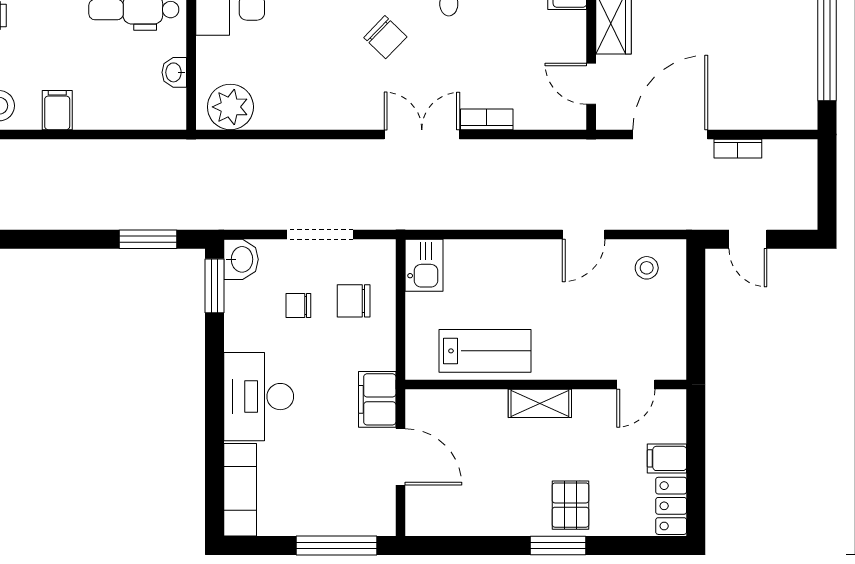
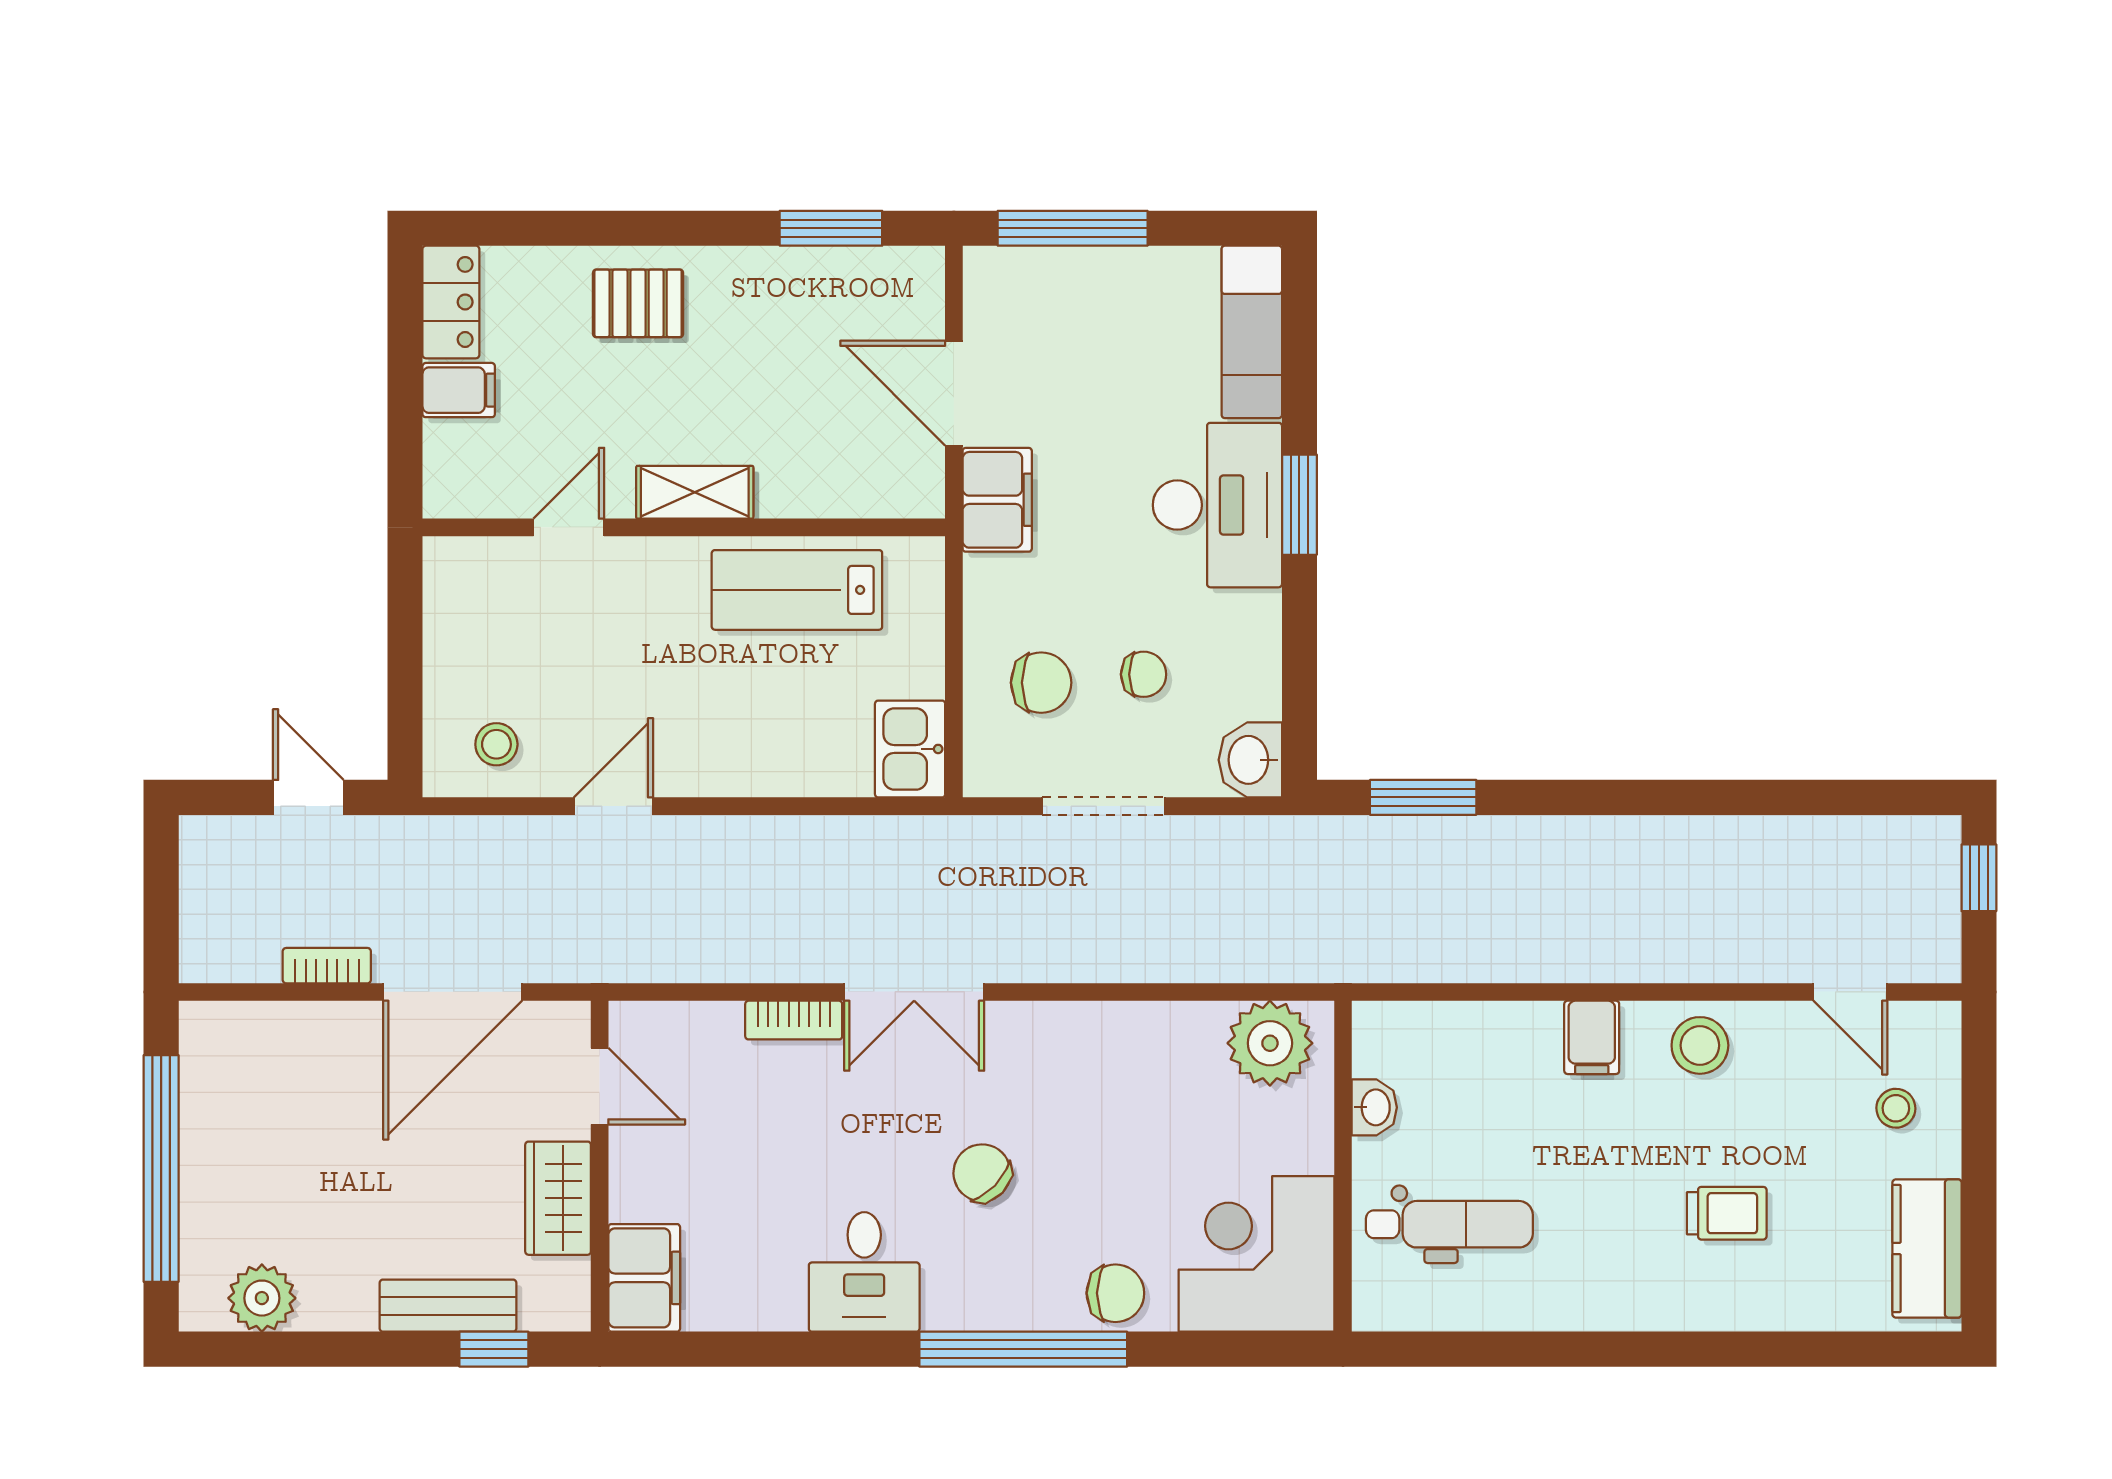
window: (215, 286) -> (1299, 505), moved
door: (636, 385) -> (569, 527), moved
pallet: (570, 505) -> (638, 303), turned 90
window: (558, 545) -> (831, 228), moved

